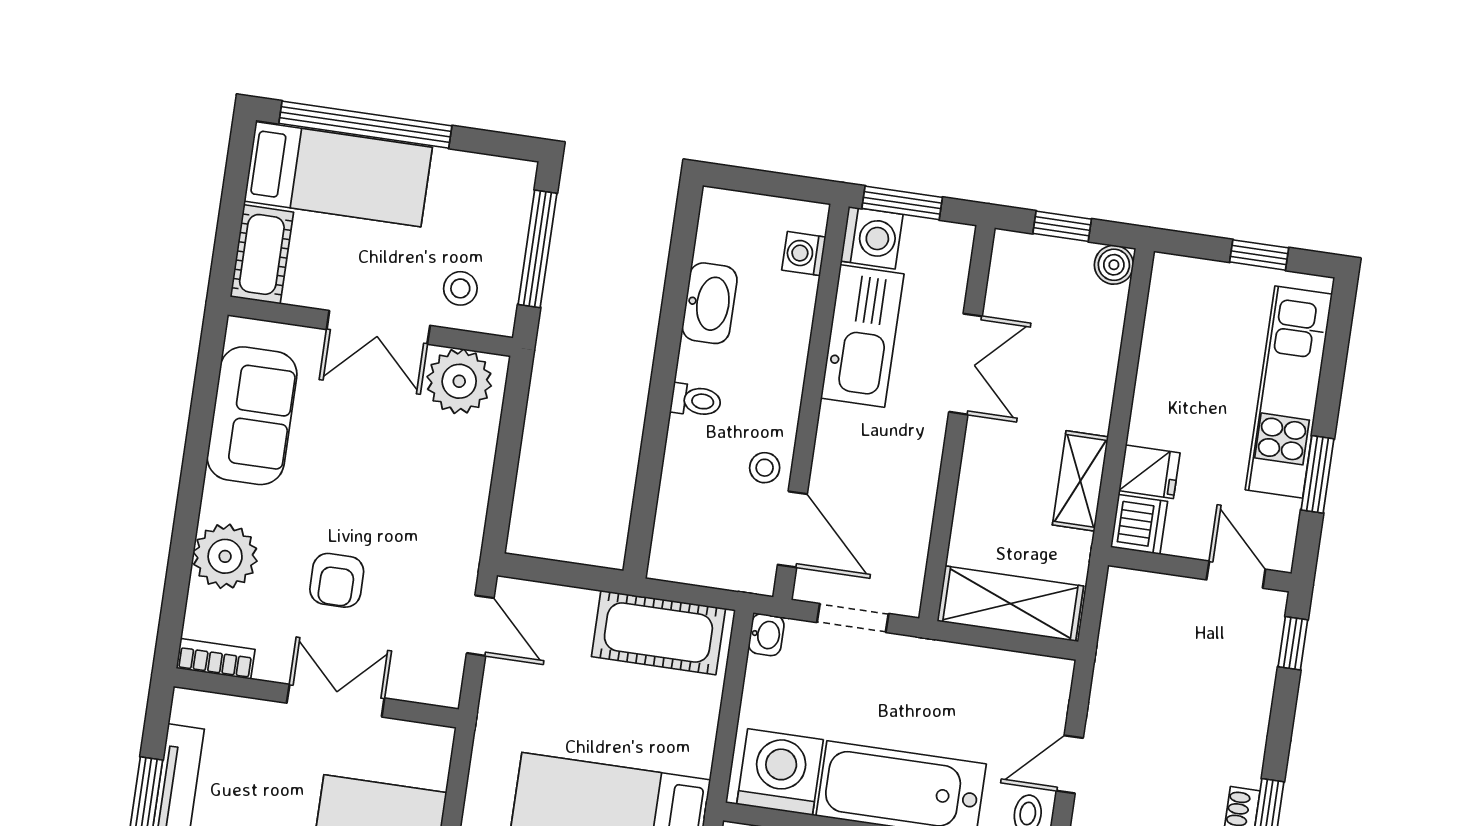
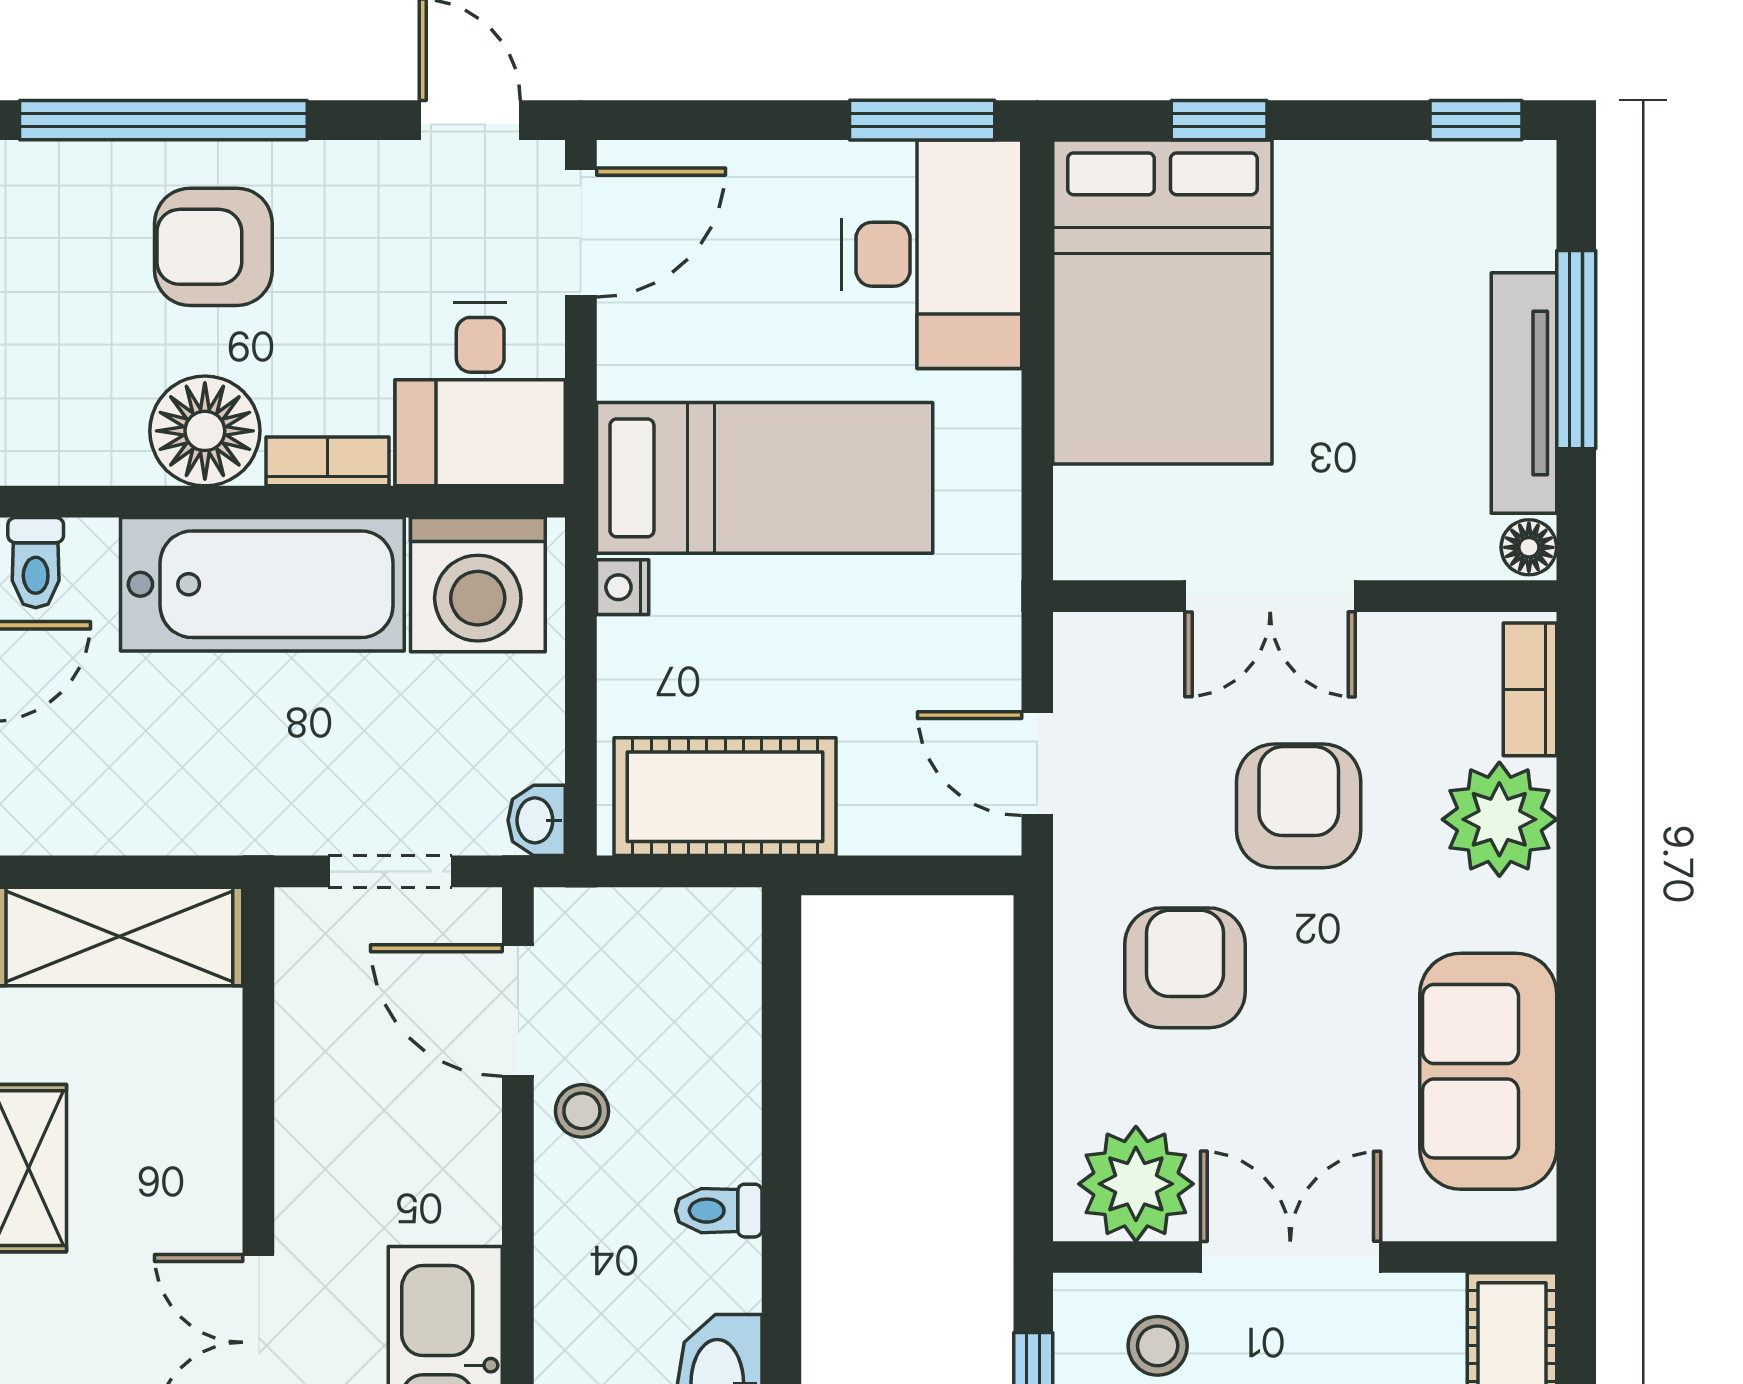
armchair: (414, 499) -> (1185, 968), added
armchair: (337, 580) -> (1299, 806), width x1.38, depth x1.38
bookcase: (215, 659) -> (1530, 689), moved, turned 90
floor lamp: (186, 707) -> (1529, 547), added
nightstand: (699, 759) -> (623, 587), added

